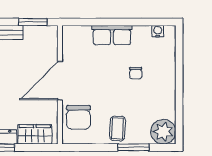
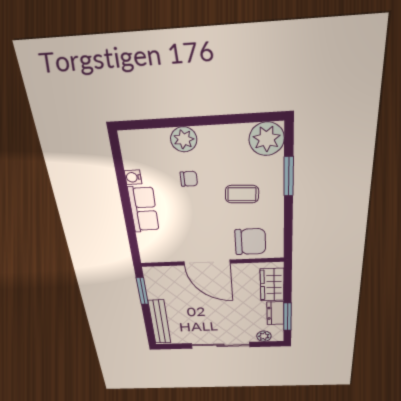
water cooler: (158, 31) -> (133, 177), moved
plant: (166, 73) -> (184, 139), added
coffee table: (118, 128) -> (242, 194), moved

